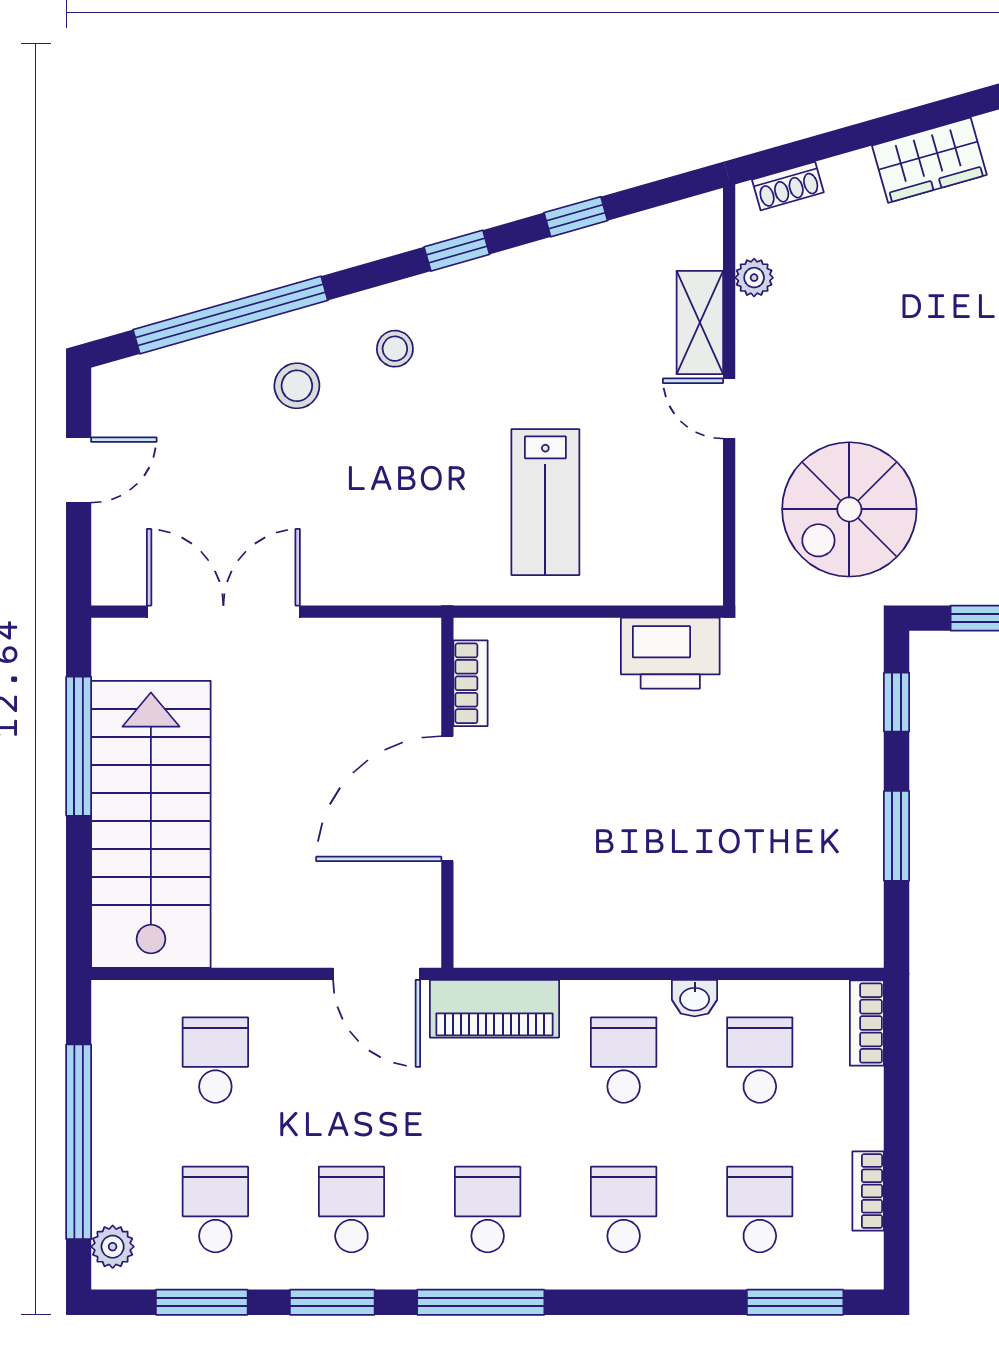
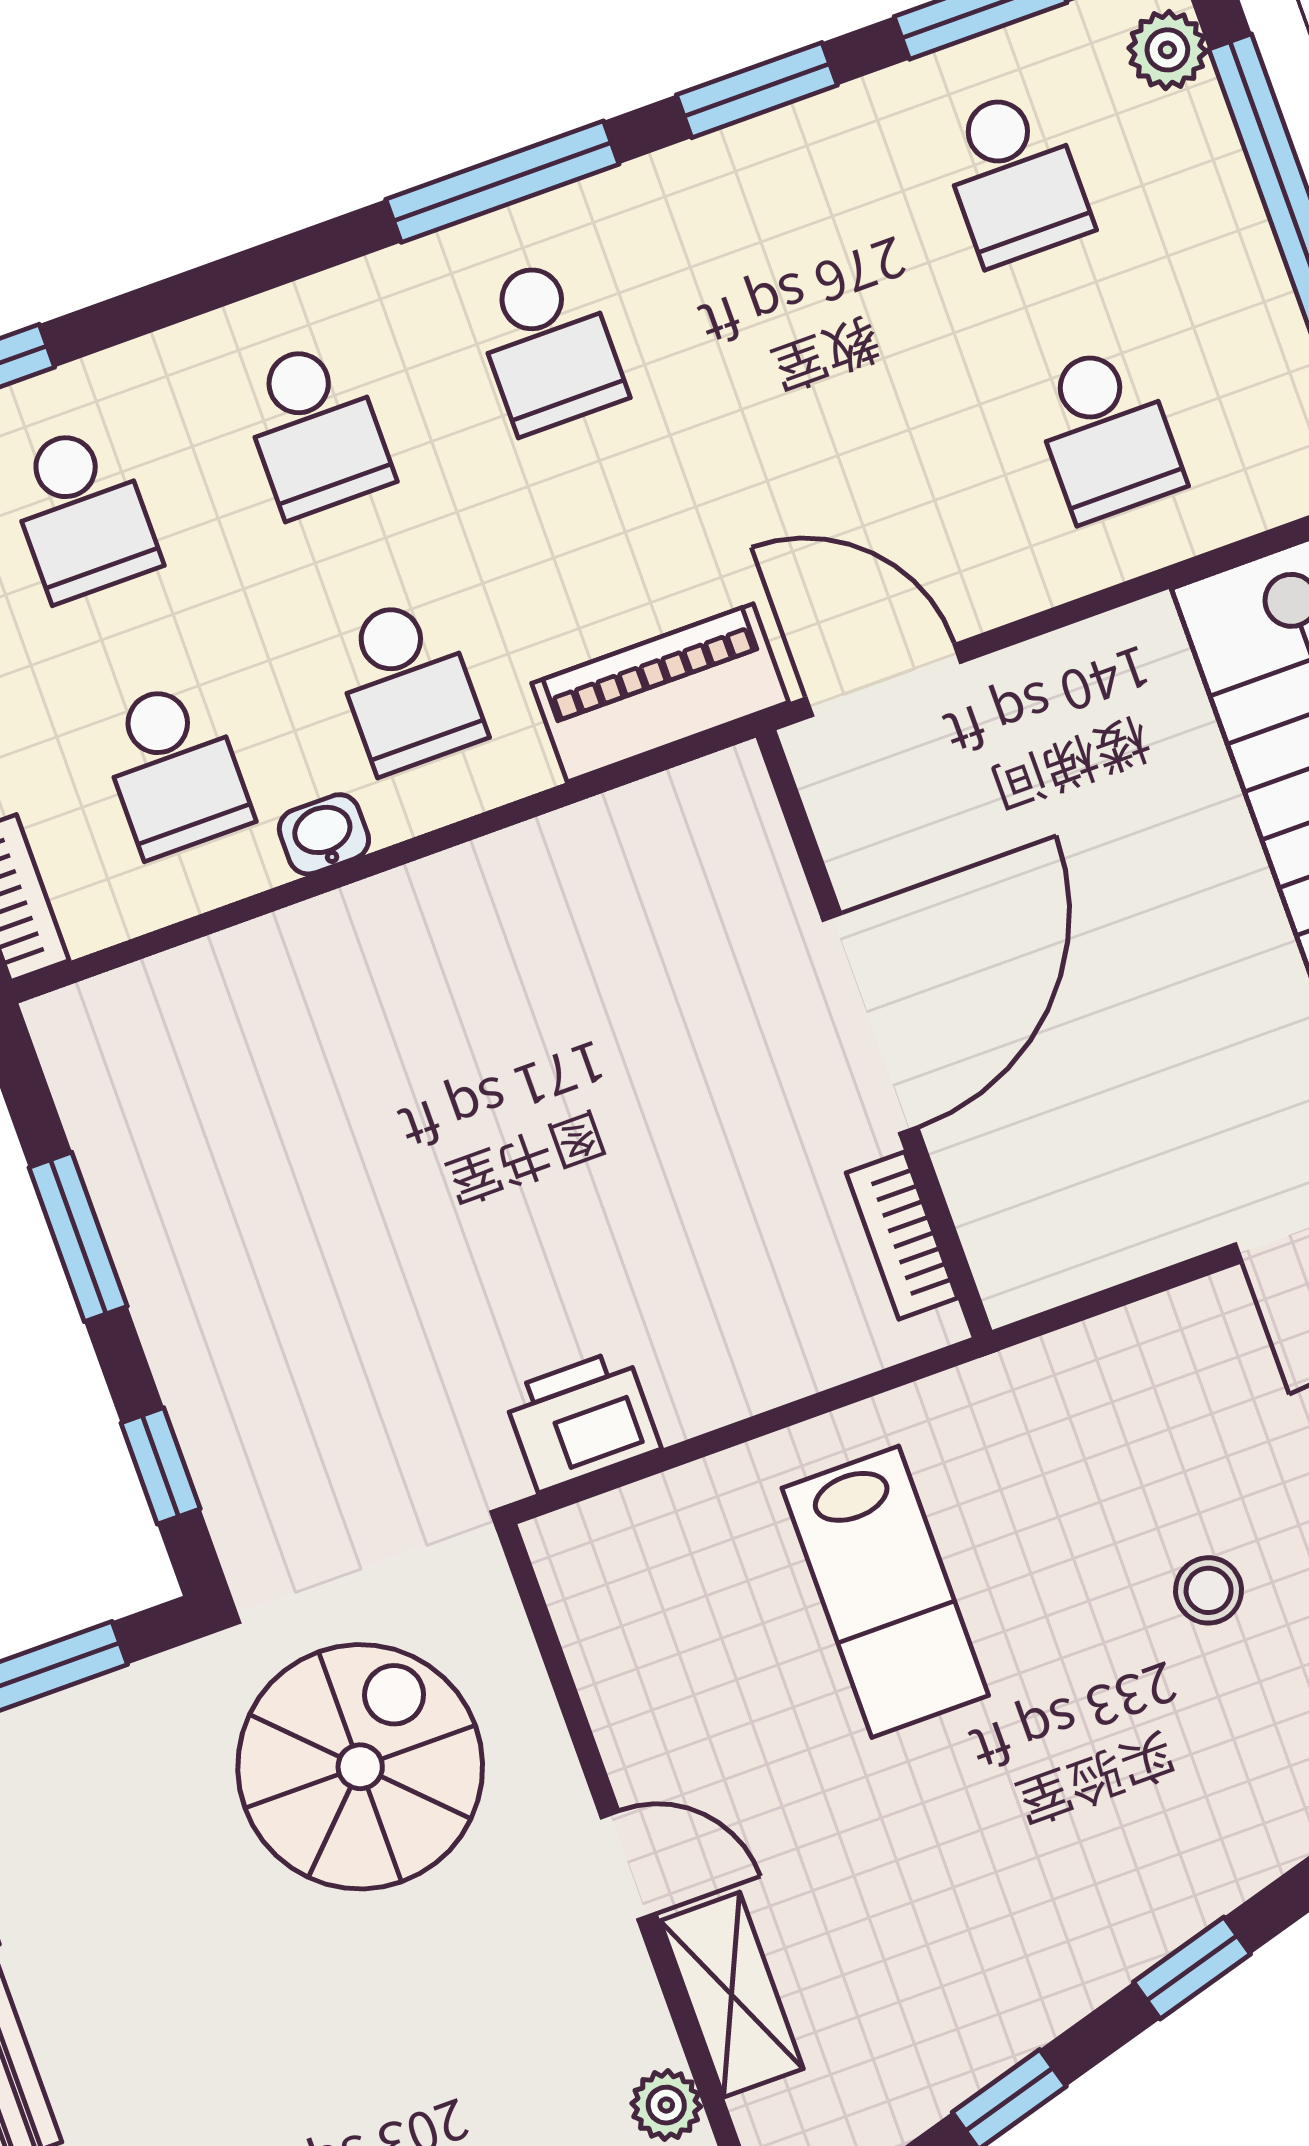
stool: (395, 349) -> (1209, 1590), moved
lab bench: (545, 502) -> (885, 1592), turned 180
printer: (670, 653) -> (582, 1420), width x0.73, depth x0.84
school desk: (351, 1210) -> (781, 261), removed

